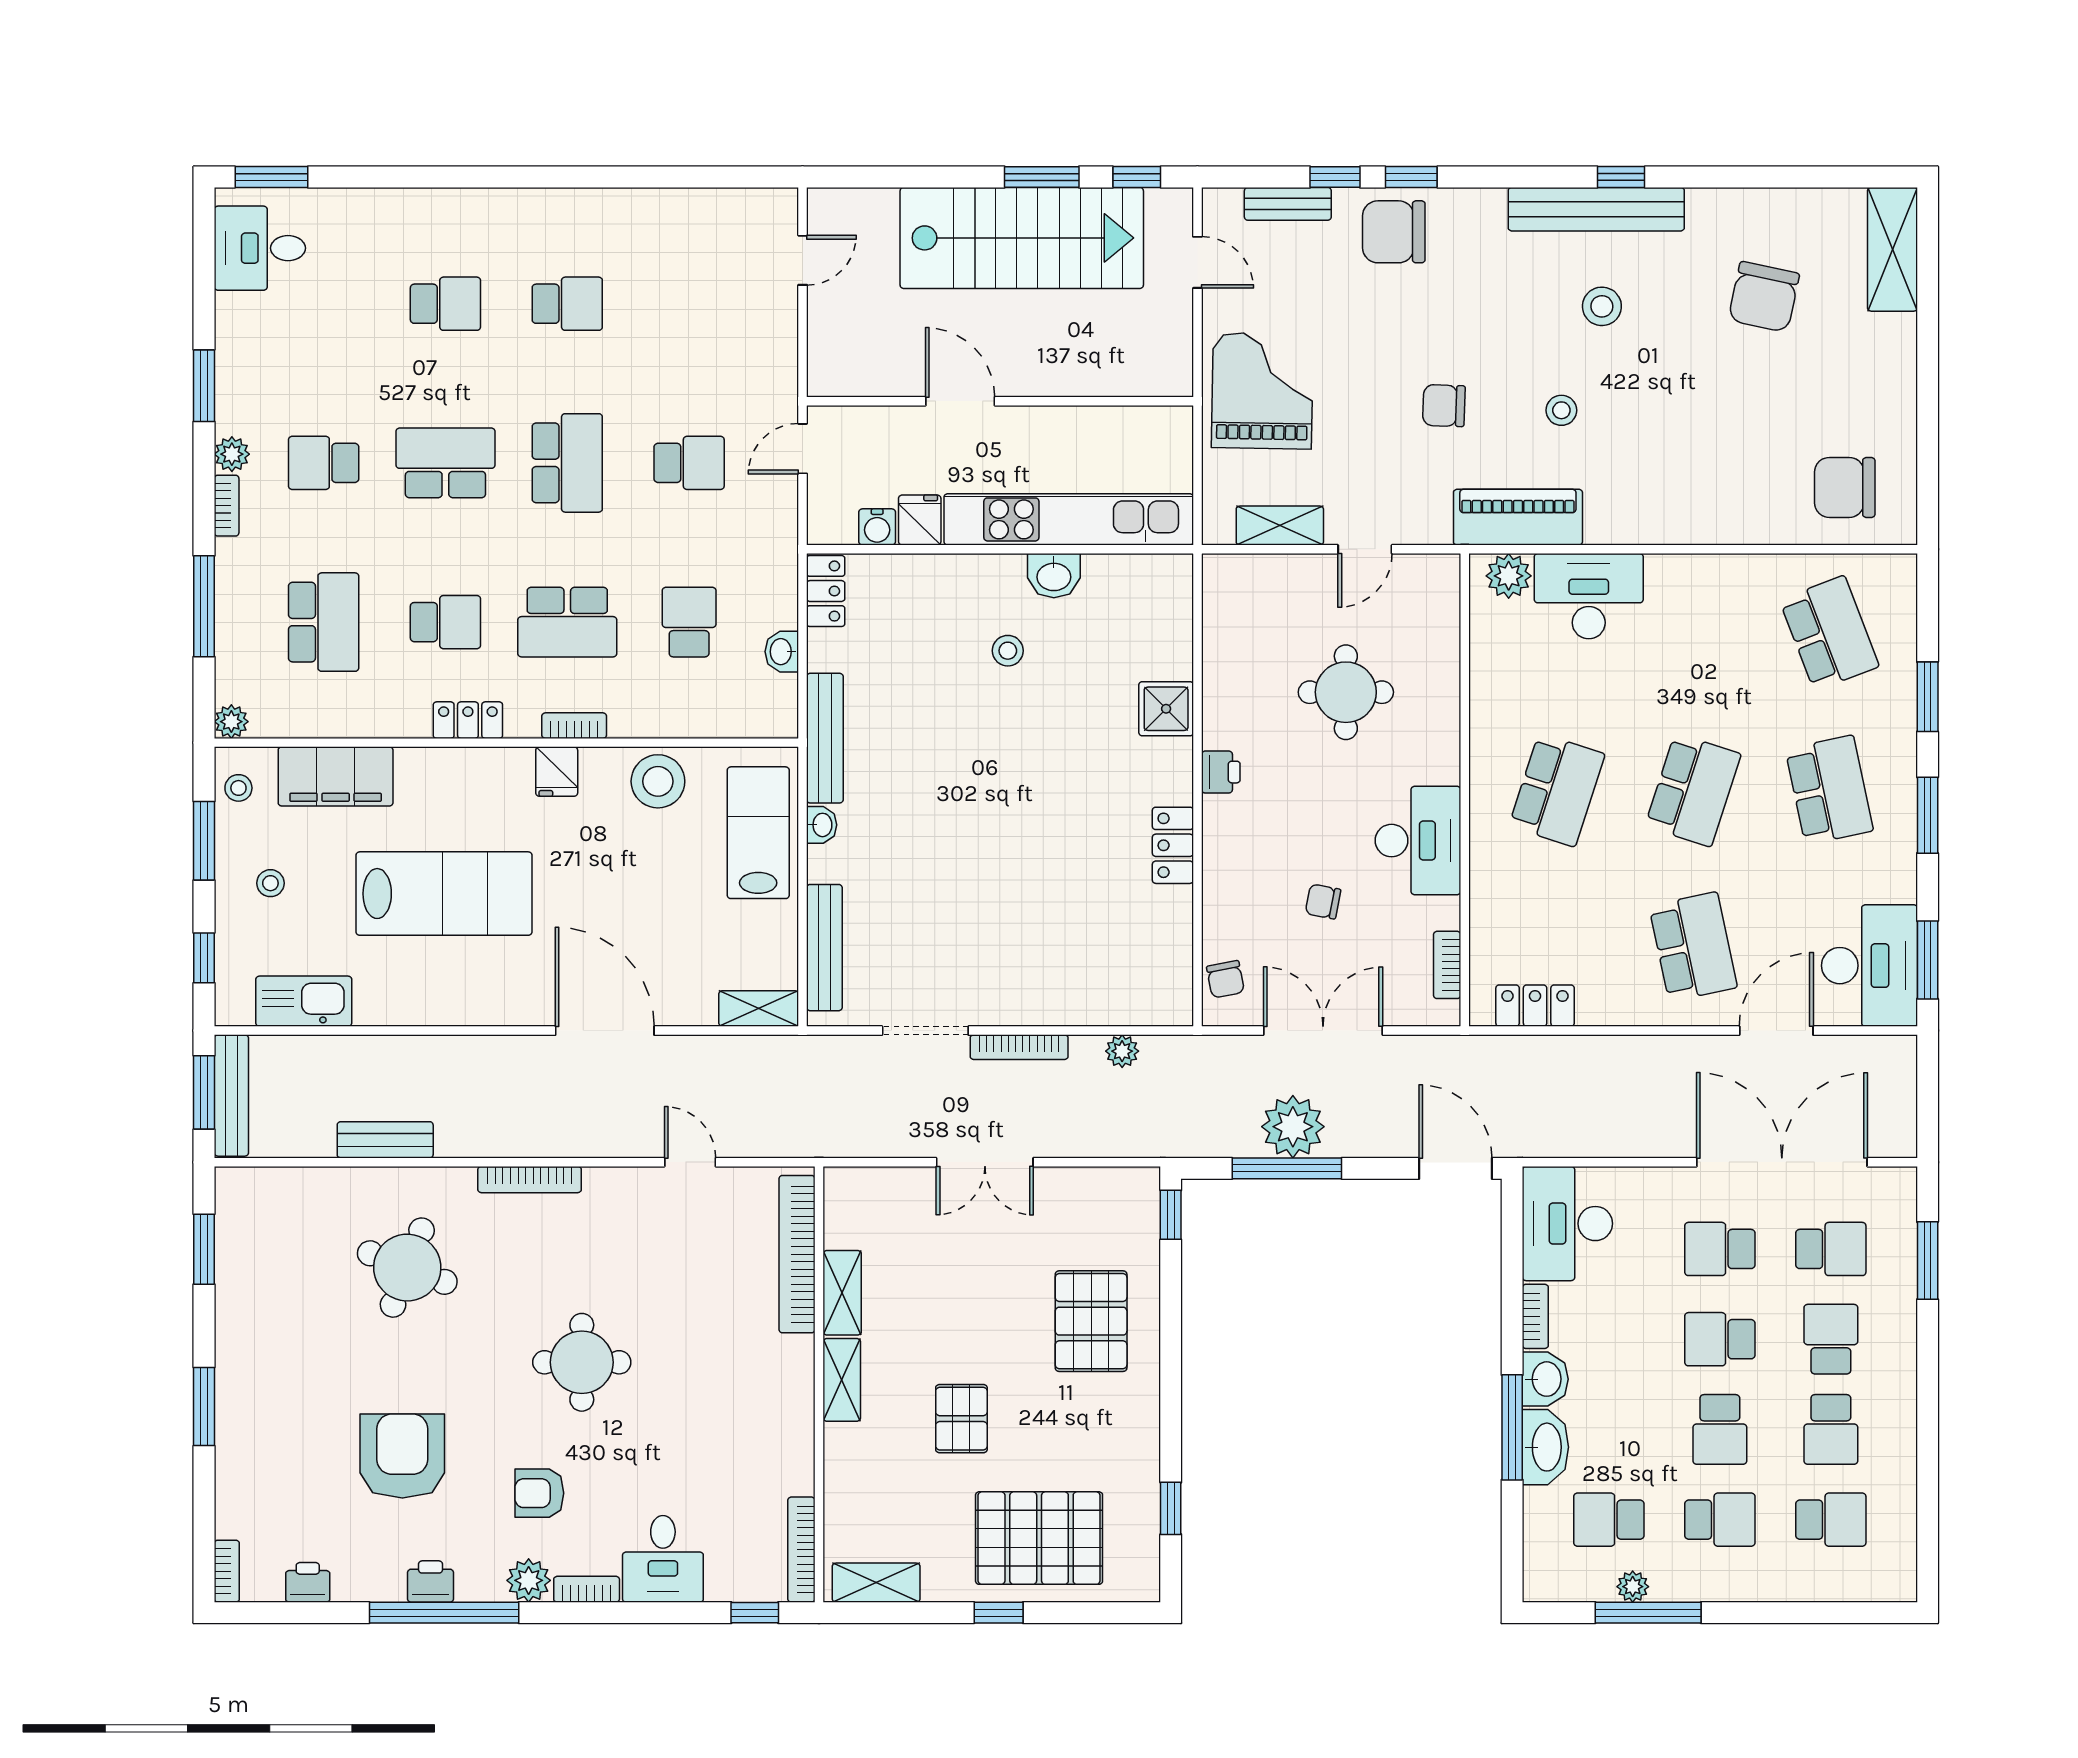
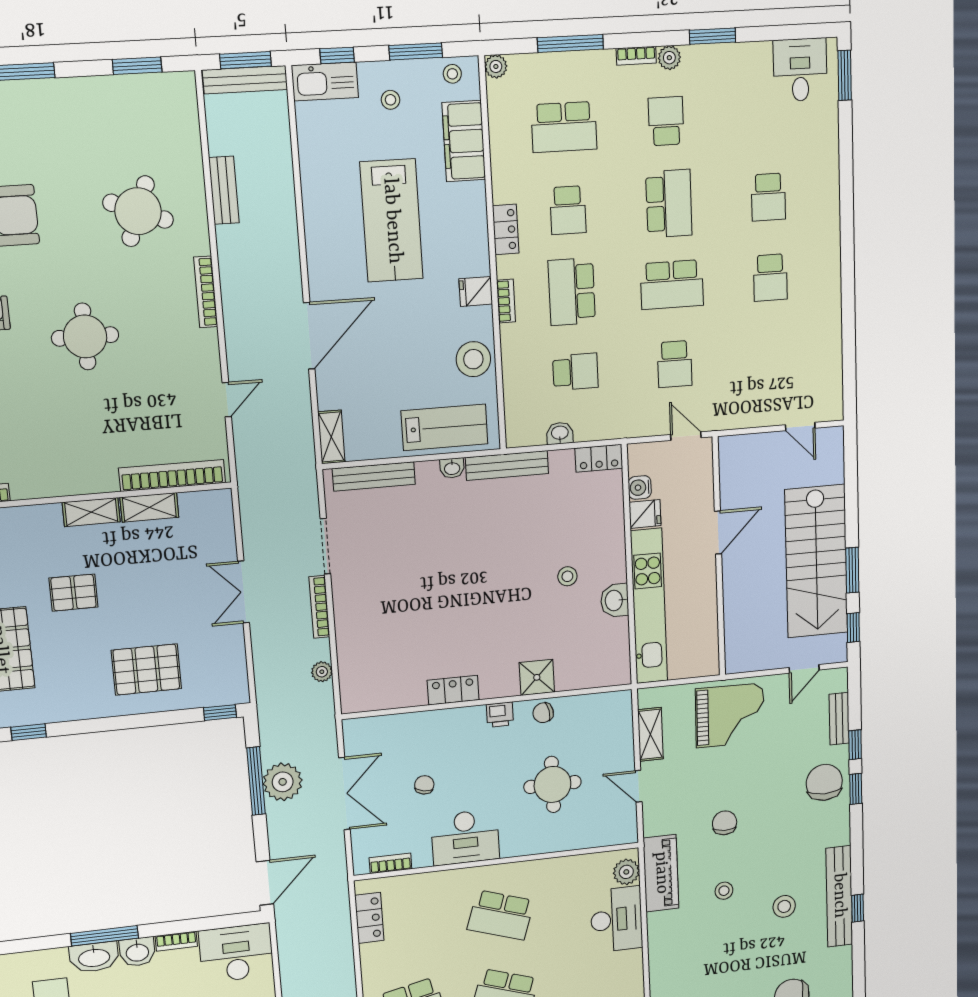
chair: (1225, 979) -> (543, 713), moved
kitchen sink: (304, 1001) -> (325, 81), moved, turned 90

